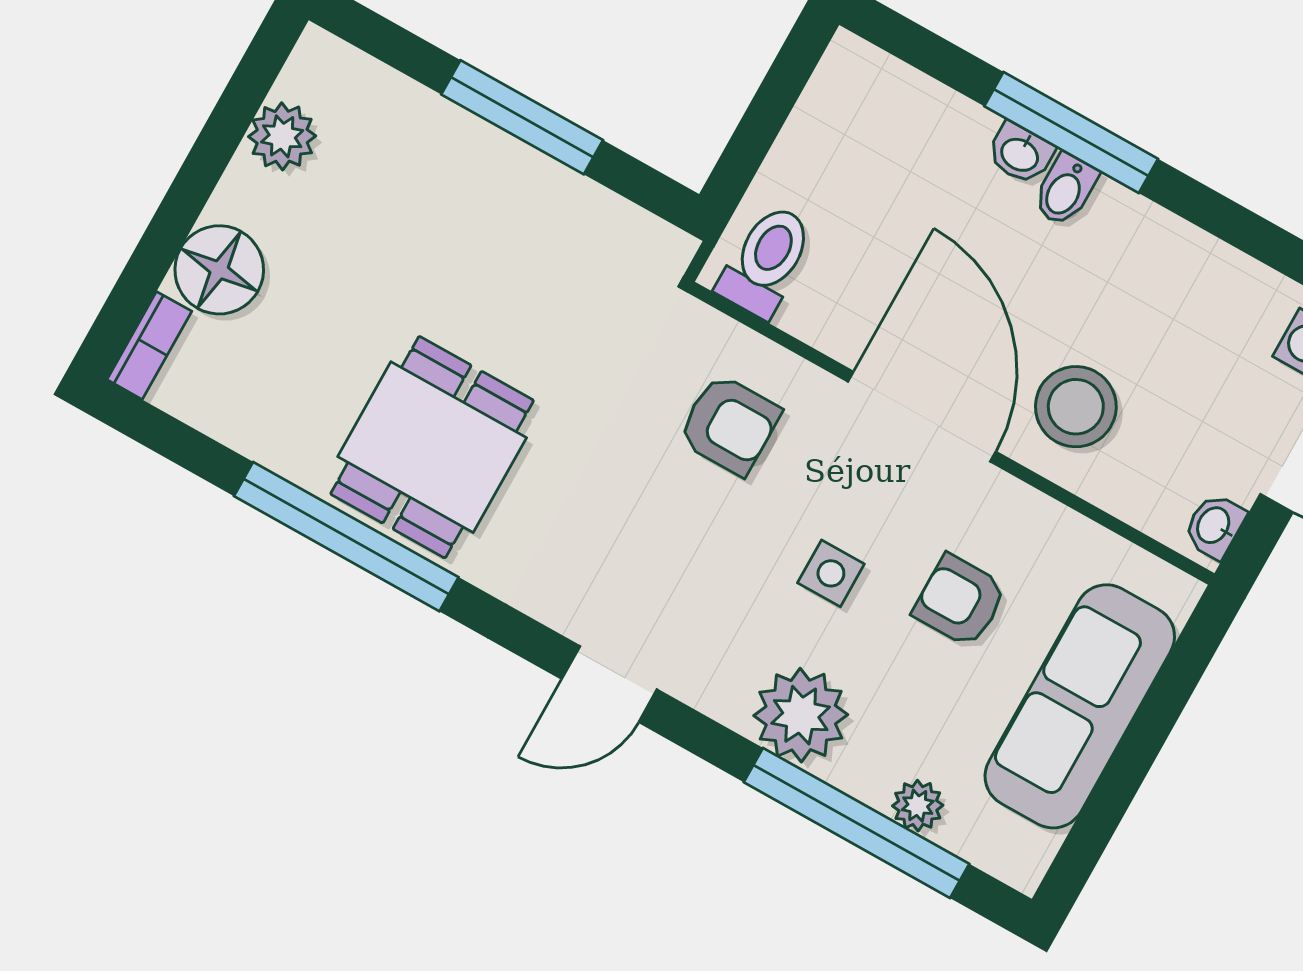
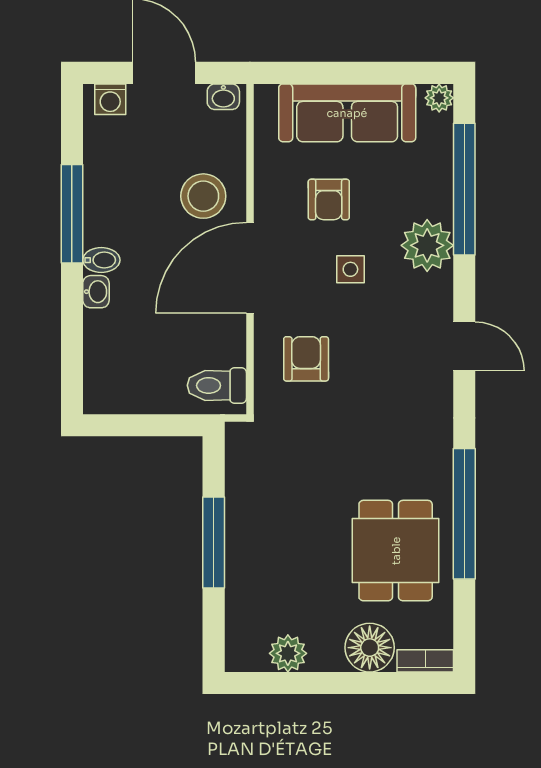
window: (1071, 132) -> (72, 214), moved
dining table: (432, 447) -> (396, 551), moved, turned 90
plant: (918, 806) -> (439, 98), moved

